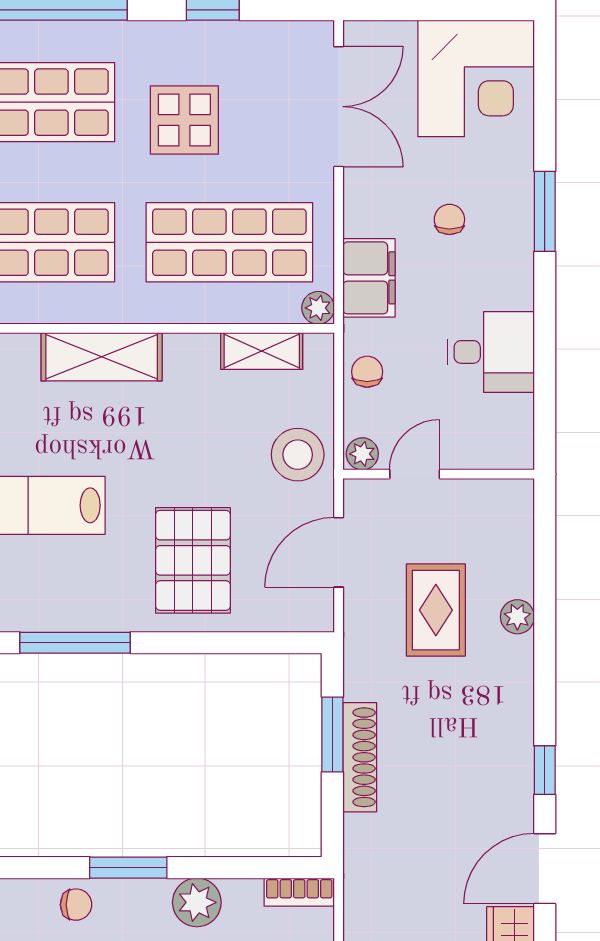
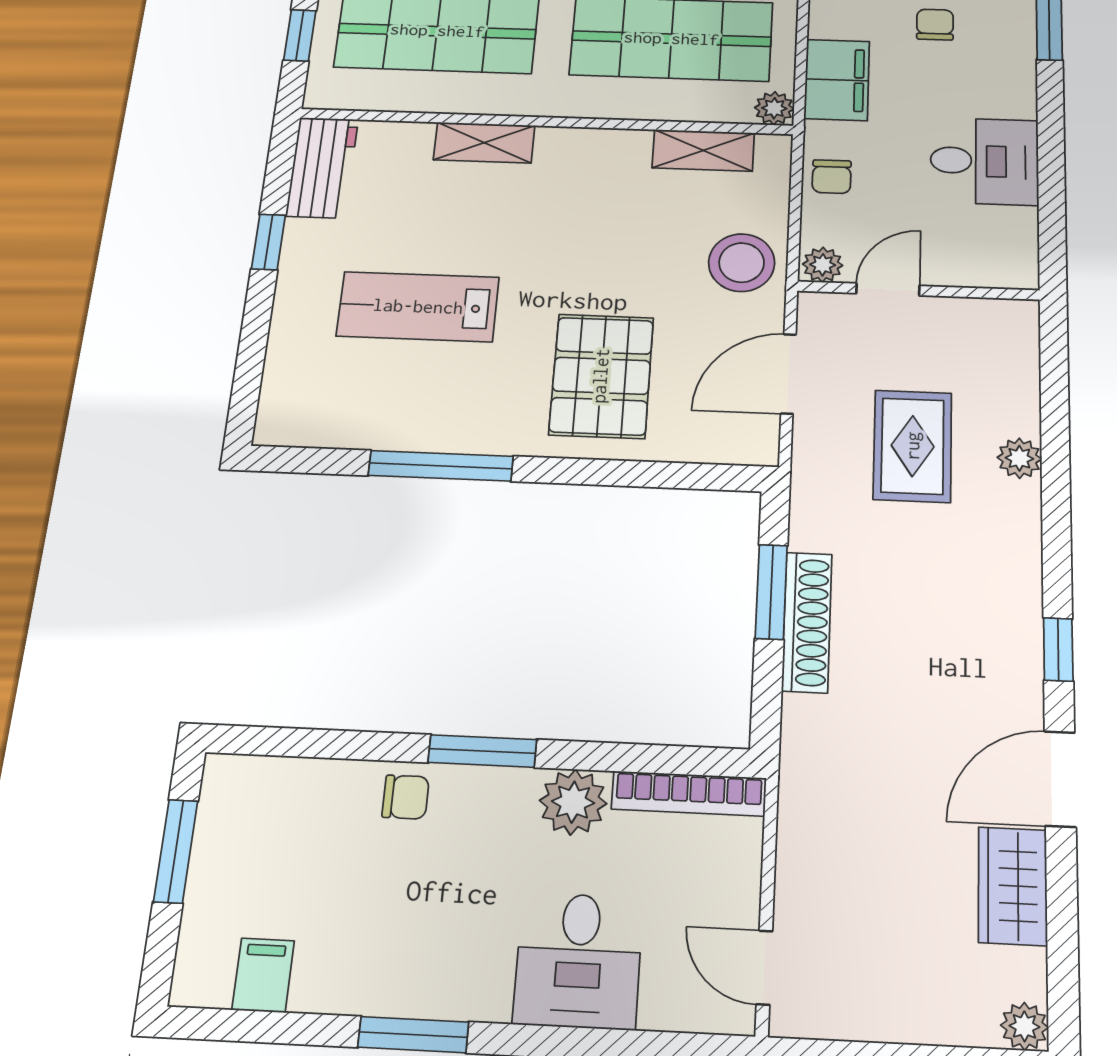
shelving: (102, 357) -> (484, 143), width x0.67, depth x0.75
chair: (367, 372) -> (832, 177), turned 180
bookcase: (299, 892) -> (689, 794), width x1.56

